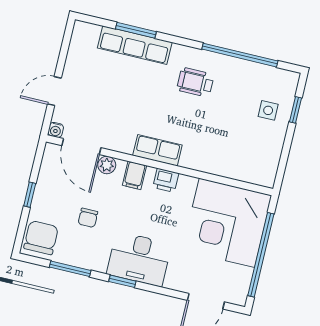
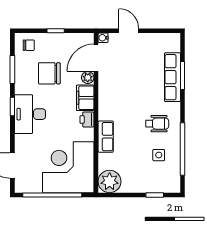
wheelchair: (195, 82) -> (157, 124), turned 90
side table: (268, 110) -> (159, 155), moved
row of seats: (157, 150) -> (106, 137), moved
plant: (261, 169) -> (110, 181), added
filing cabinet: (134, 175) -> (85, 98), width x2.00
chair: (88, 218) -> (49, 73), width x1.87, depth x1.87
chair: (41, 238) -> (29, 45), width x0.54, depth x0.54

